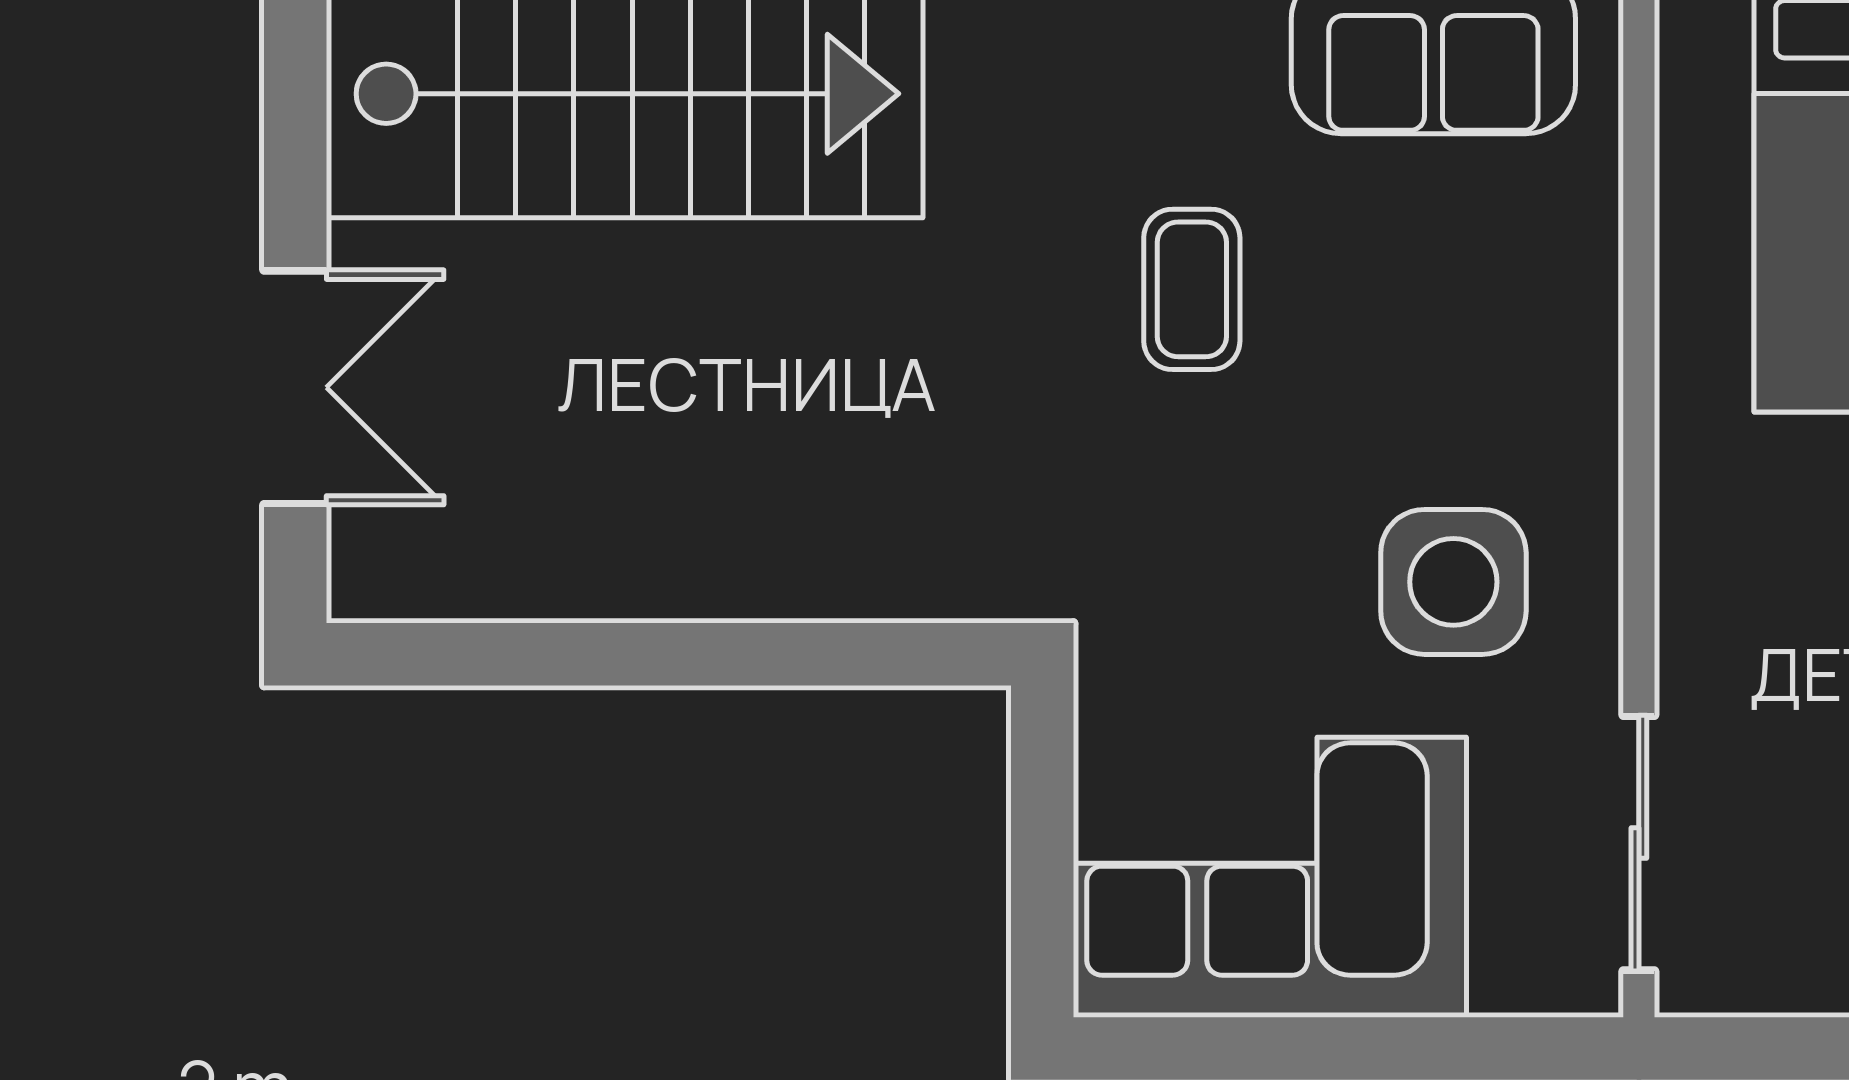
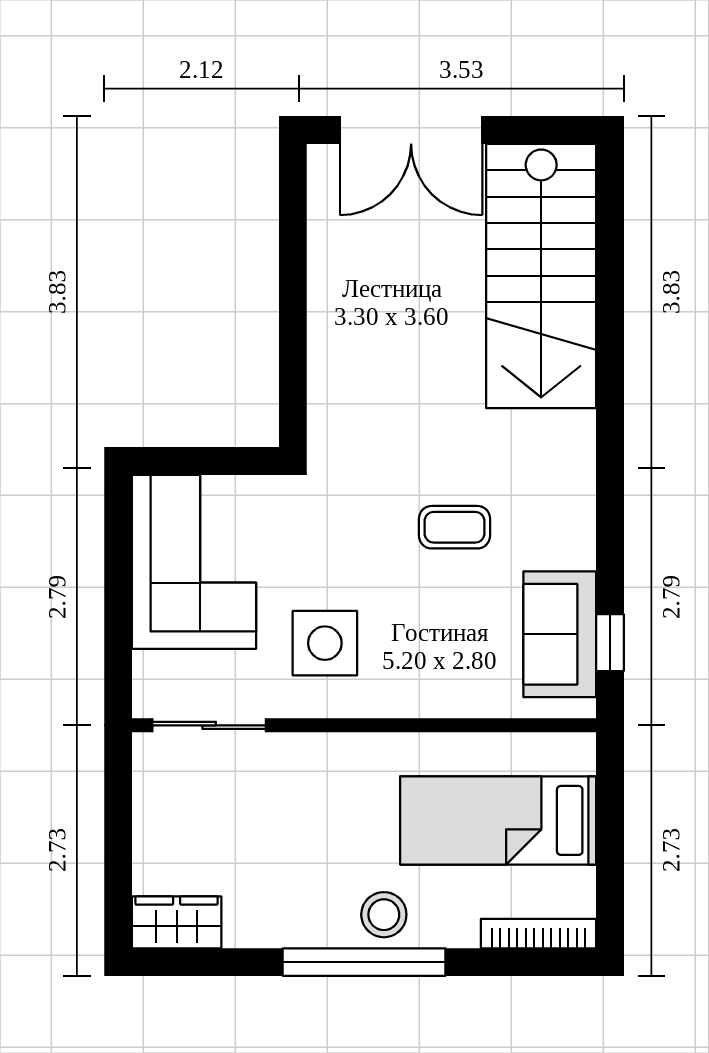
double door: (295, 387) -> (411, 130), width x1.37

